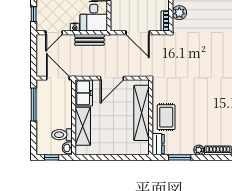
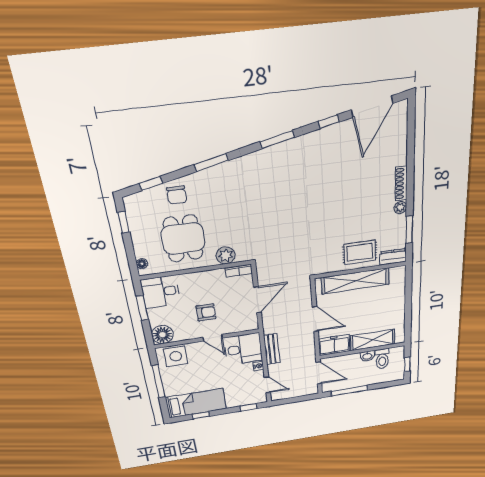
door: (58, 78) -> (319, 373), swing flipped
washbasin: (67, 148) -> (367, 356), moved

